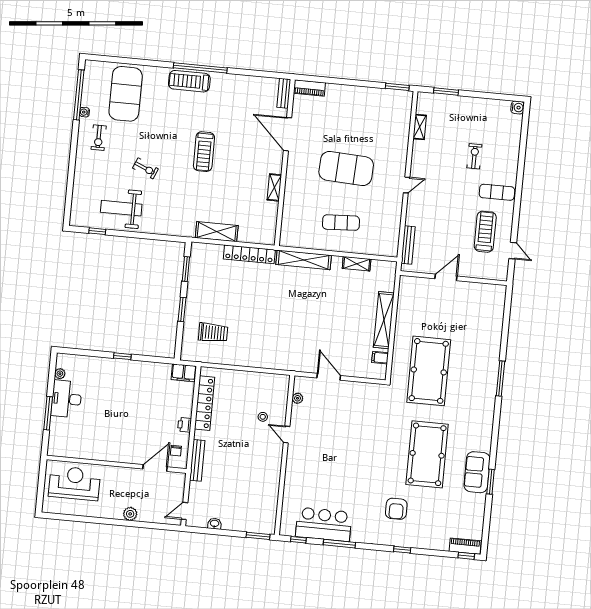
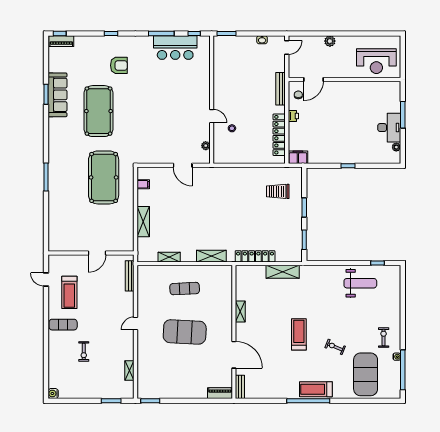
treadmill: (189, 81) -> (316, 389), turned 180
exercise bike: (145, 168) -> (335, 347), moved
shelving: (304, 260) -> (211, 256), width x0.68
shelving: (384, 320) -> (143, 222), width x0.68
sofa: (477, 472) -> (57, 95), width x1.36
armchair: (396, 509) -> (119, 65), turned 90

